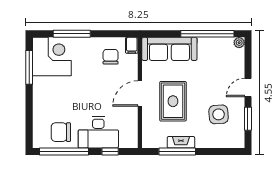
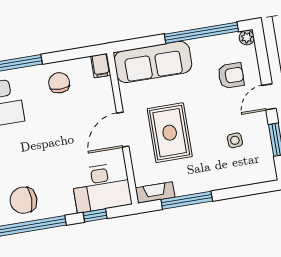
chair: (111, 57) -> (59, 83), moved
armchair: (223, 68) -> (231, 76), added
side table: (219, 114) -> (235, 140), width x0.54, depth x0.54
desk: (98, 132) -> (101, 188), moved
fireplace: (181, 142) -> (155, 193), moved

